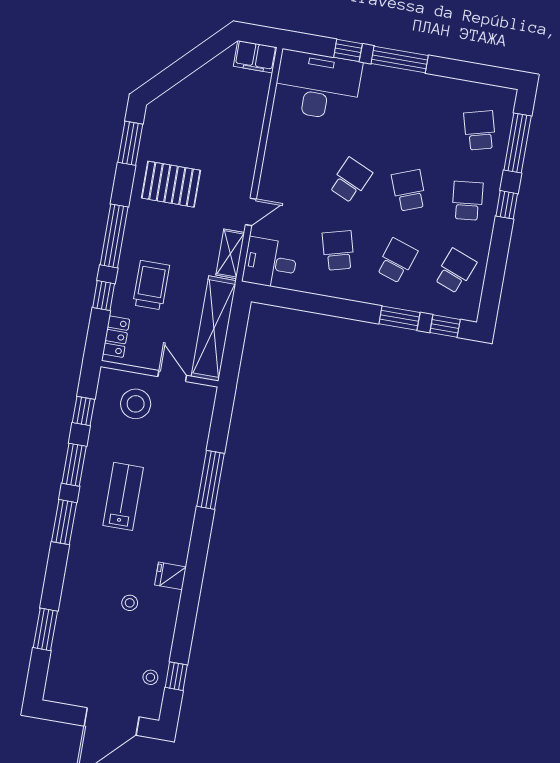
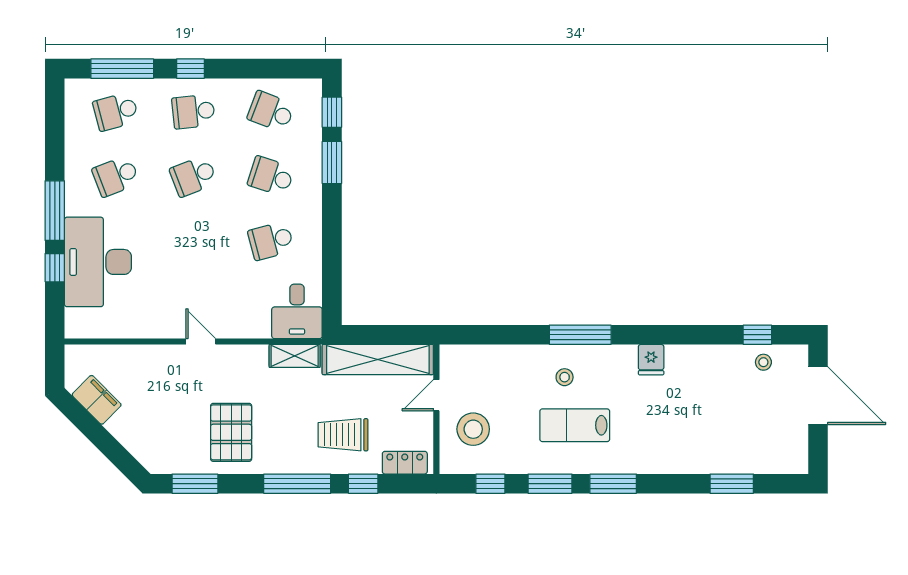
filing cabinet: (255, 57) -> (97, 400), moved, turned -45
desk: (318, 85) -> (98, 262), moved
school desk: (350, 180) -> (116, 176), moved, turned -45
door: (251, 212) -> (201, 341), moved
window: (211, 480) -> (580, 335), moved
stool: (130, 603) -> (565, 377), moved

